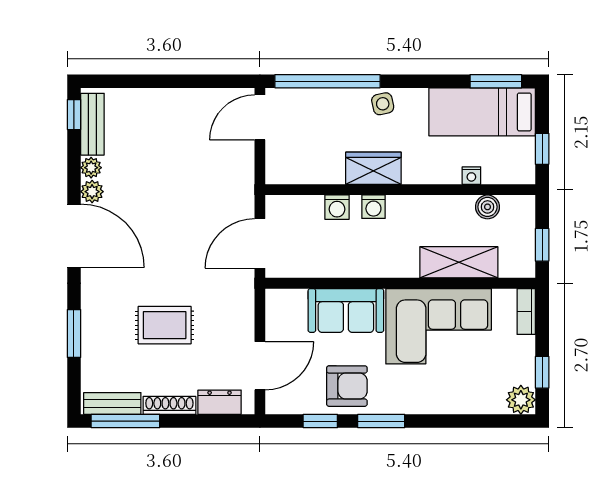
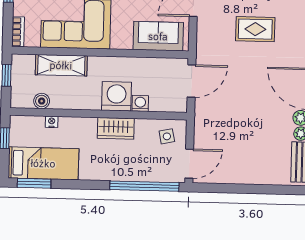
side table: (383, 104) -> (167, 136), moved
washing machine: (373, 207) -> (117, 96), width x1.89, depth x1.89
sofa: (346, 310) -> (158, 36), moved

